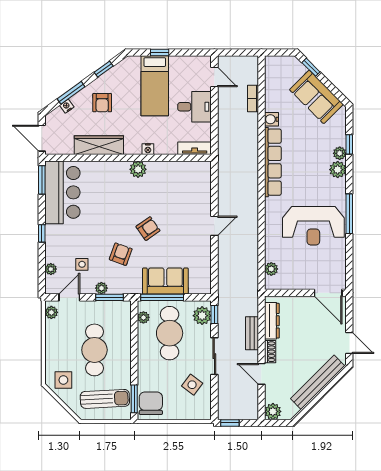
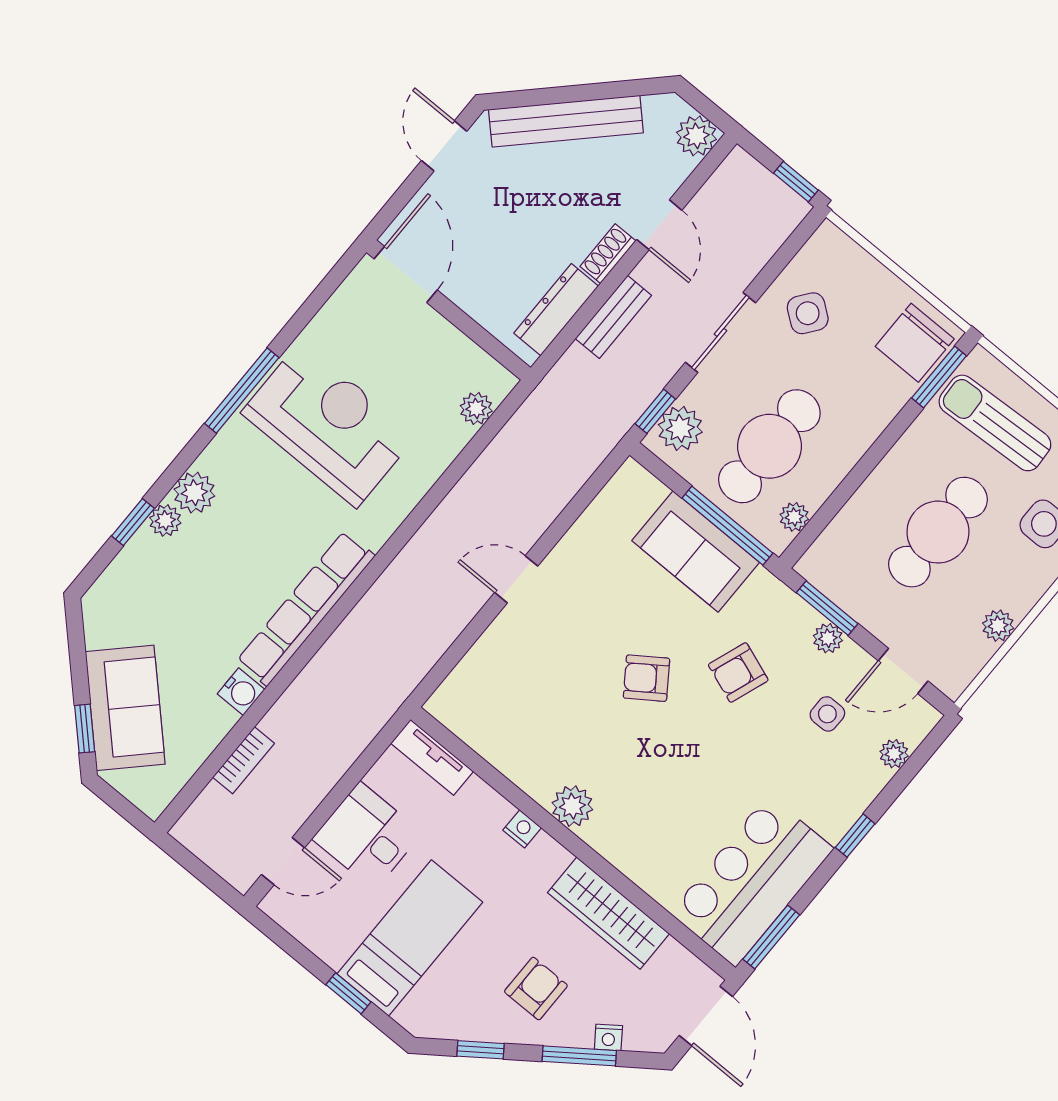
door: (214, 77) -> (283, 861), swing flipped
sofa: (316, 97) -> (125, 708), moved
plant: (51, 312) -> (998, 626), moved

